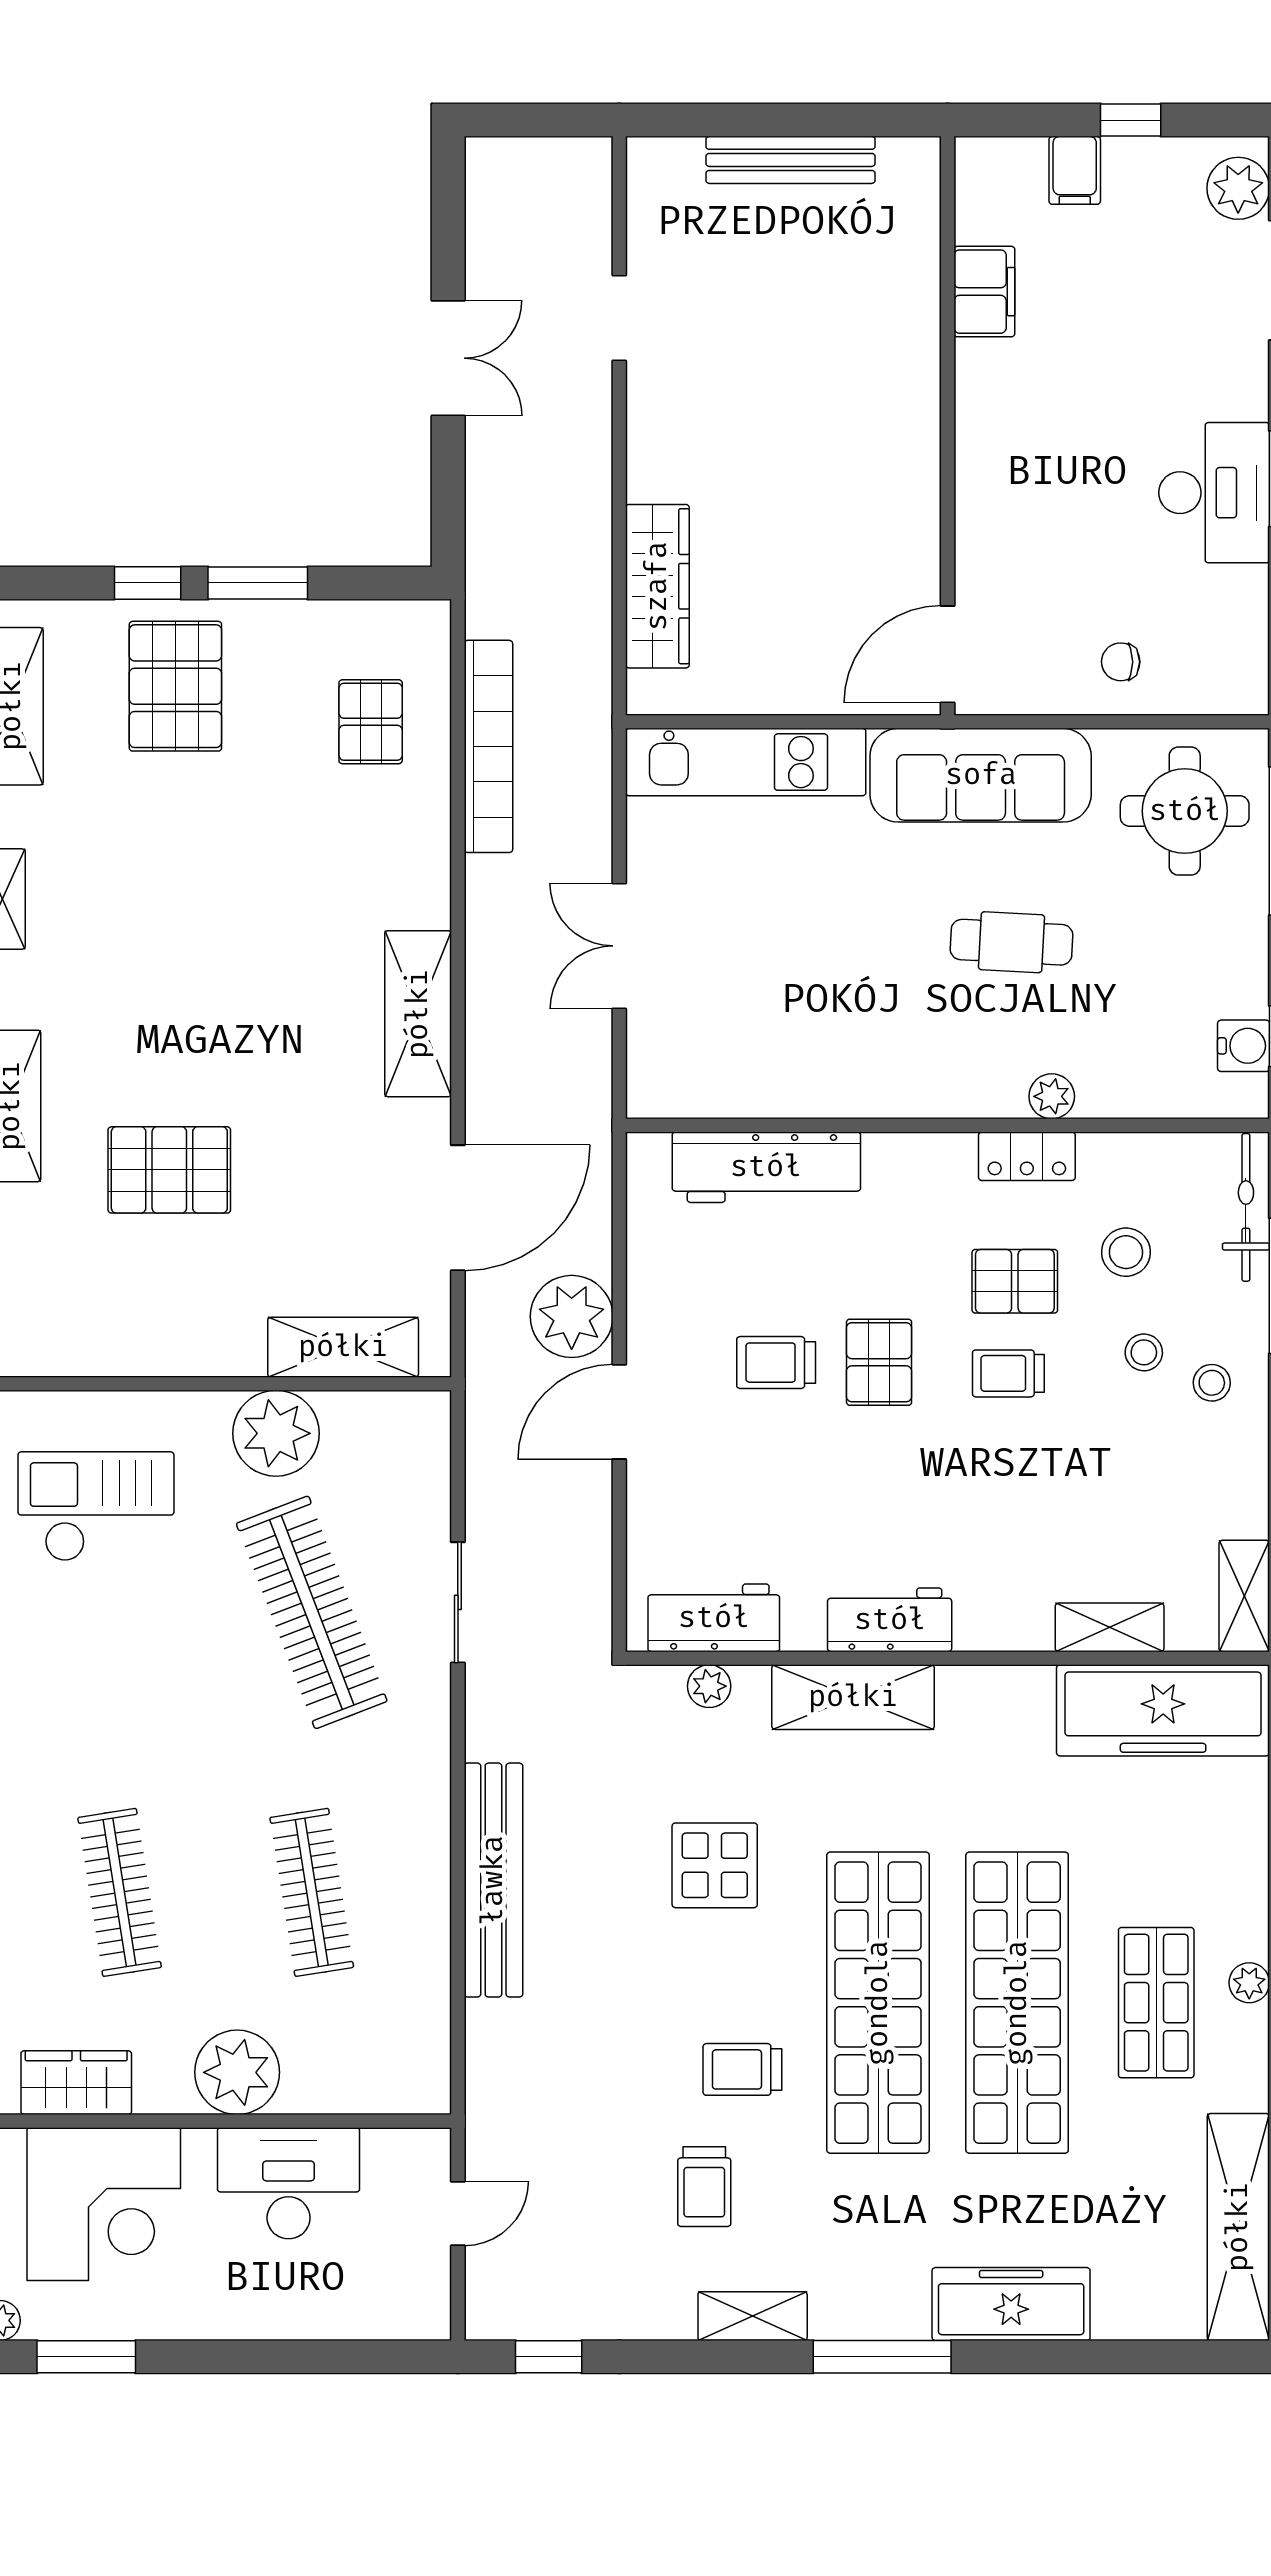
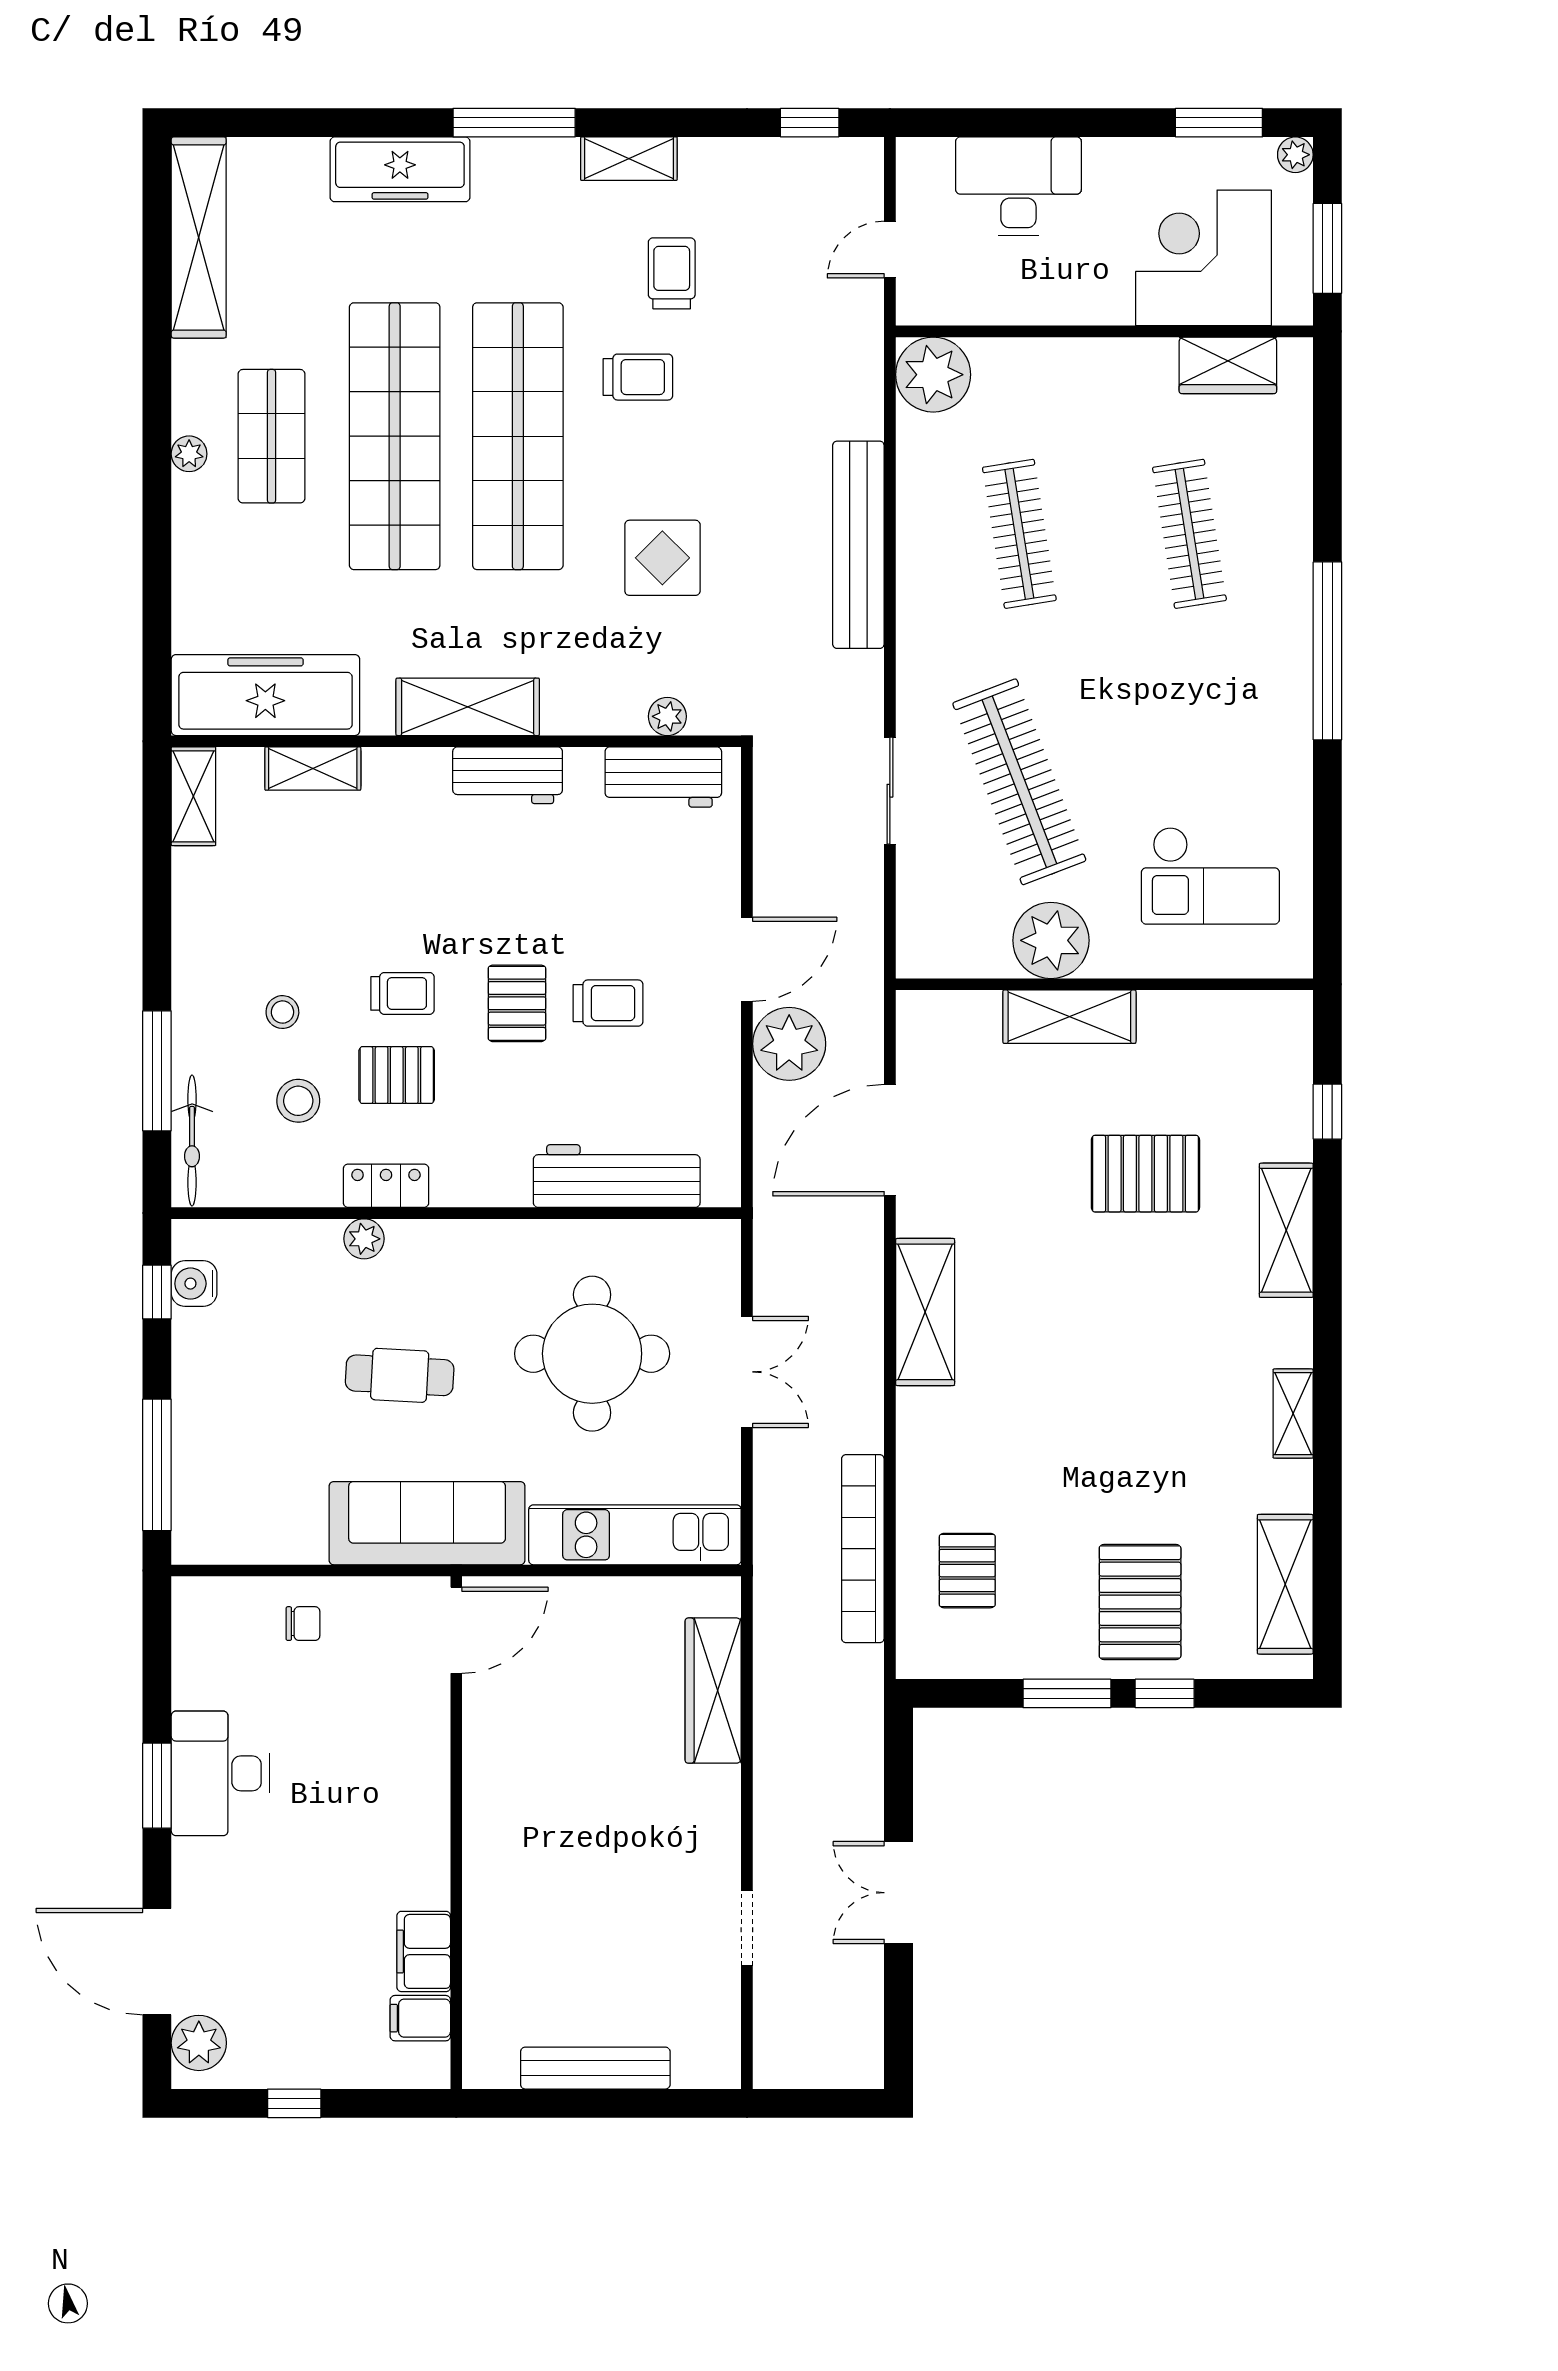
filing cabinet: (1075, 170) -> (420, 2018), moved, turned -90
round table: (1185, 811) -> (592, 1354), moved, width x1.36, depth x1.36
shelving: (343, 1347) -> (1069, 1017), moved
stool: (1212, 1383) -> (222, 985), removed
shelving: (853, 1697) -> (468, 707), moved
plant: (237, 2072) -> (933, 375), moved
desk: (289, 2183) -> (1018, 186), moved, turned 180

